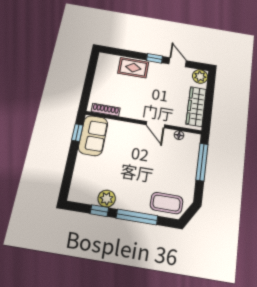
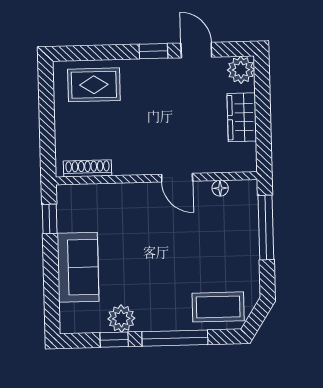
rug: (133, 68) -> (94, 85), moved
wardrobe: (196, 106) -> (242, 117), width x0.67
sofa: (93, 136) -> (78, 267), moved

